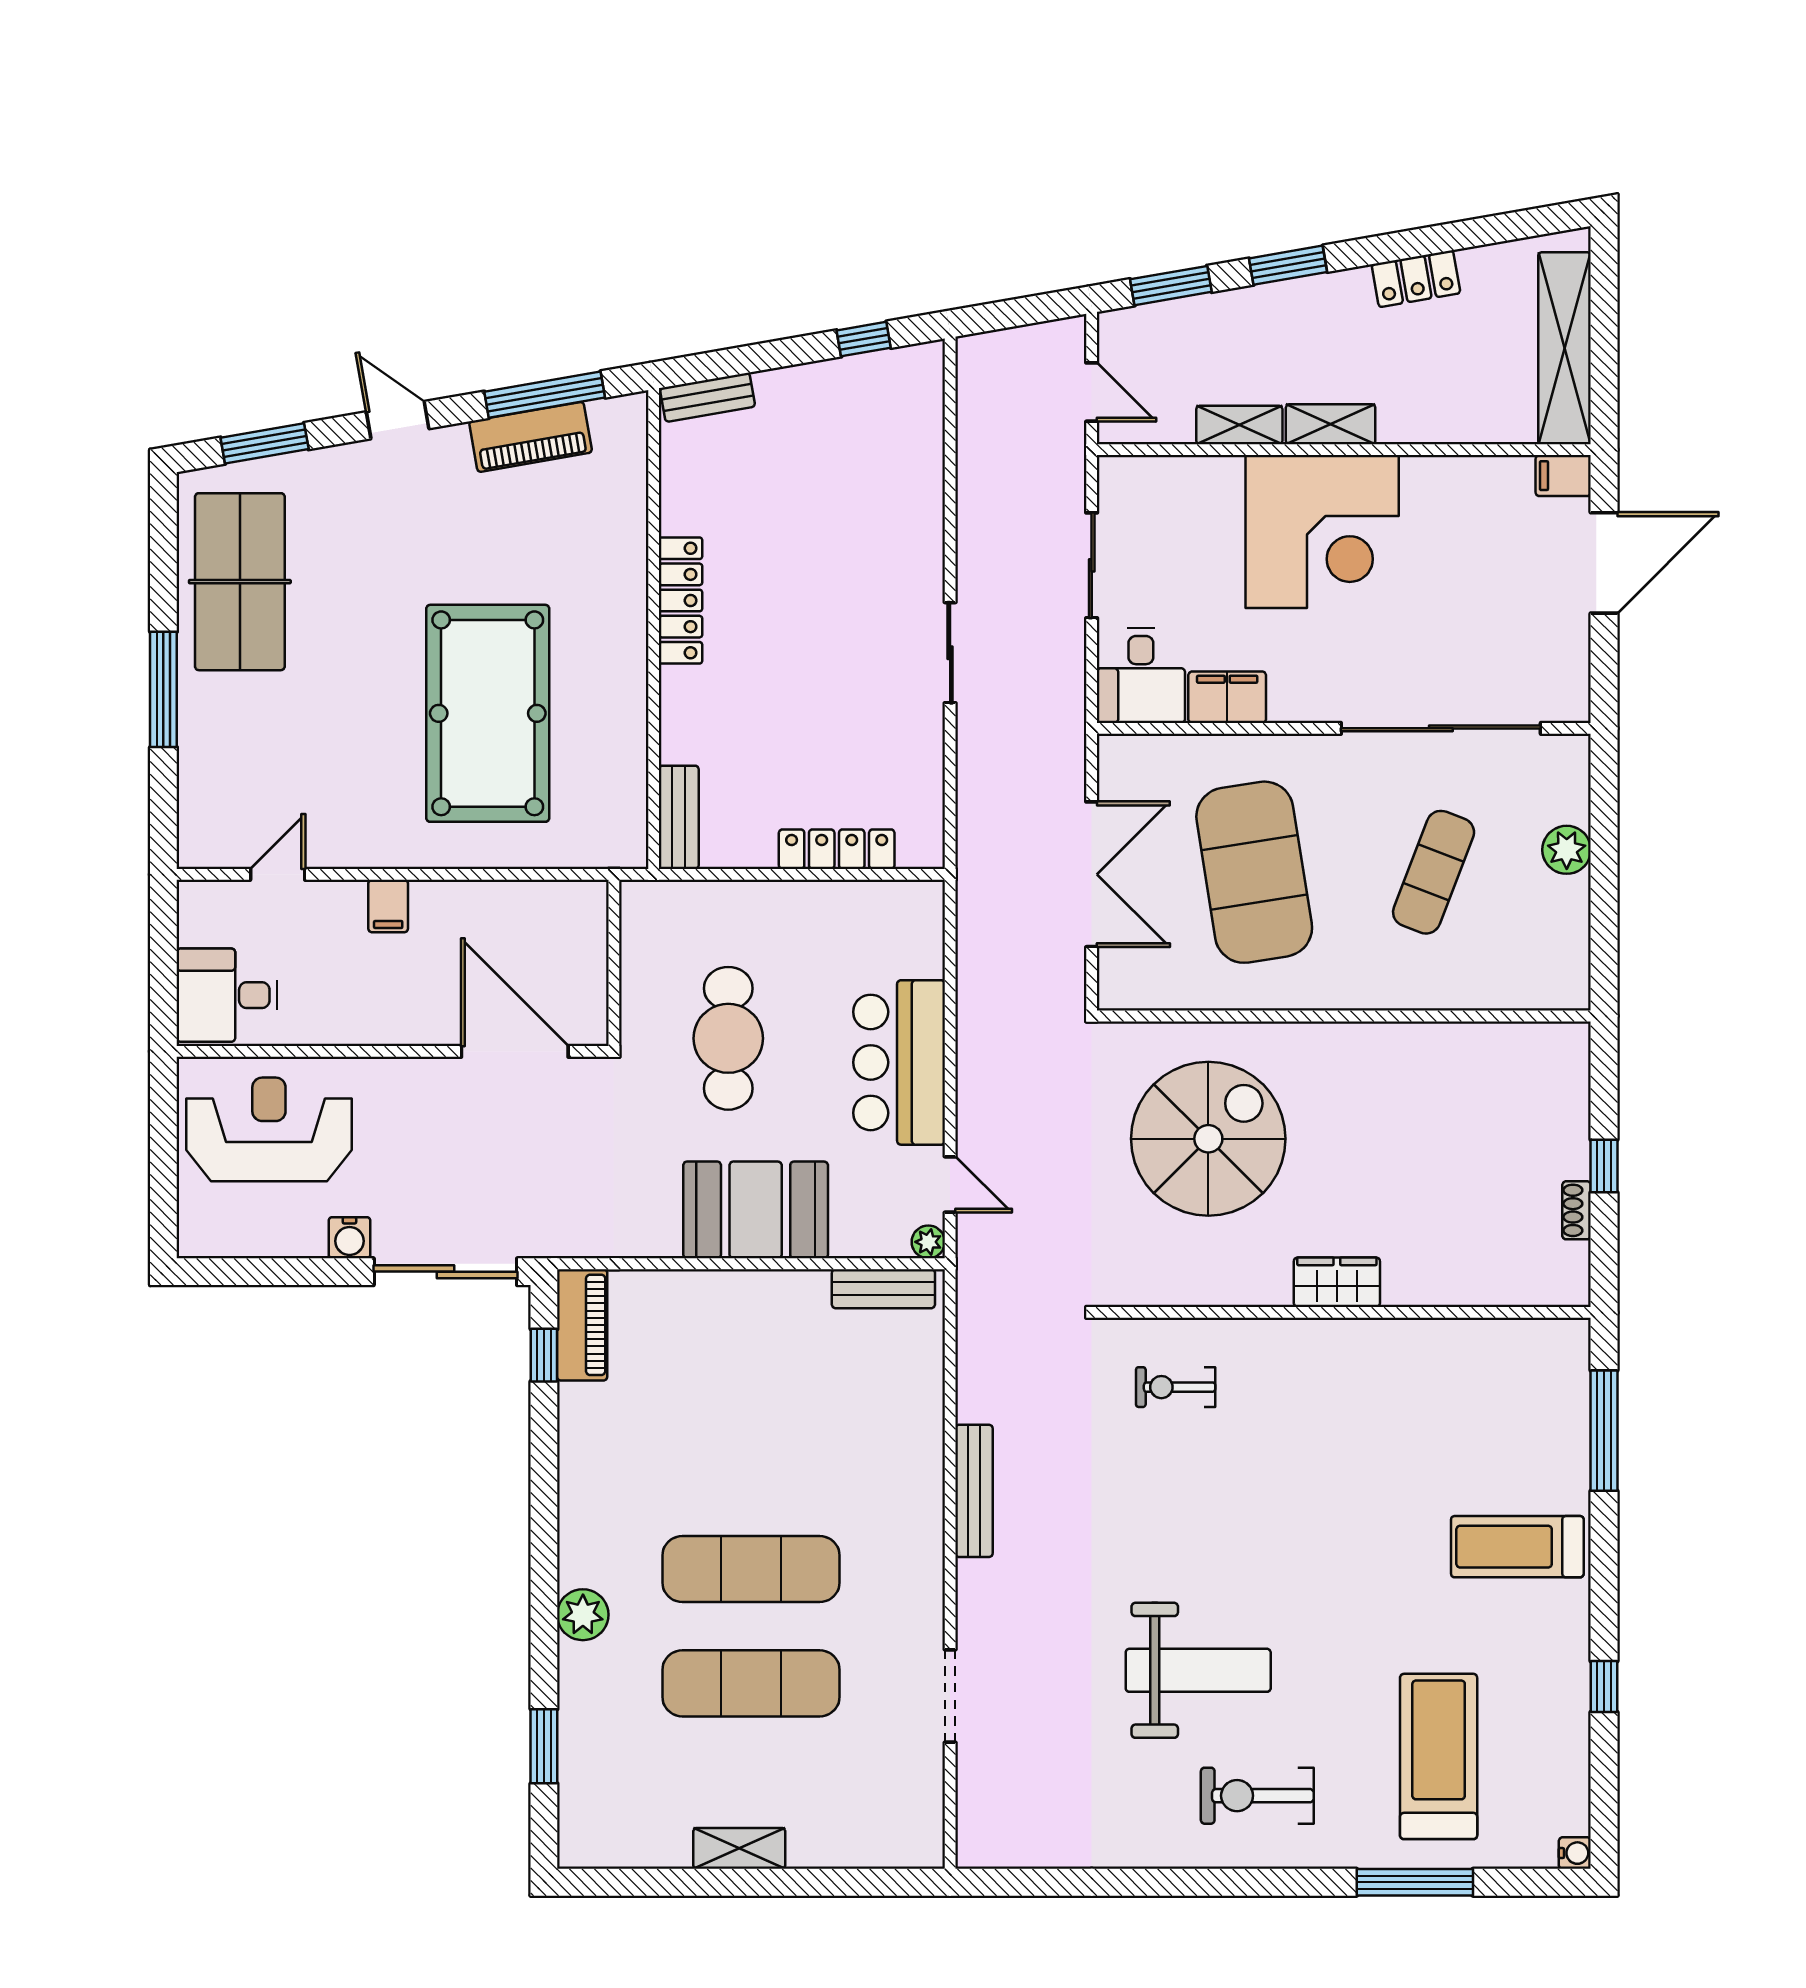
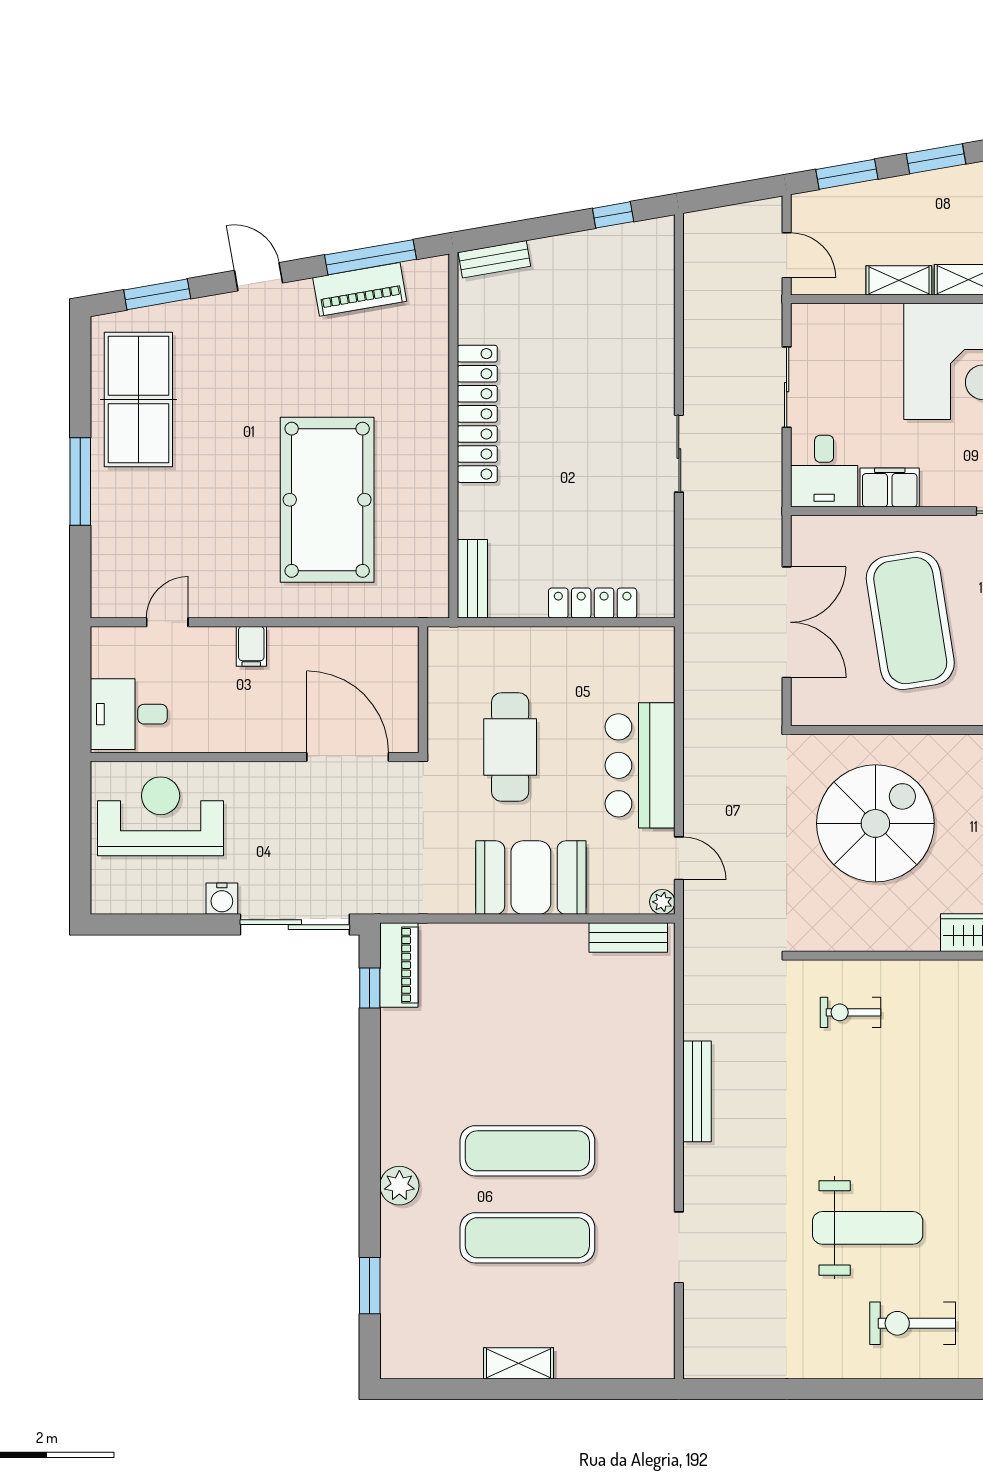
locker: (681, 601) -> (477, 414), width x1.41, depth x1.21

